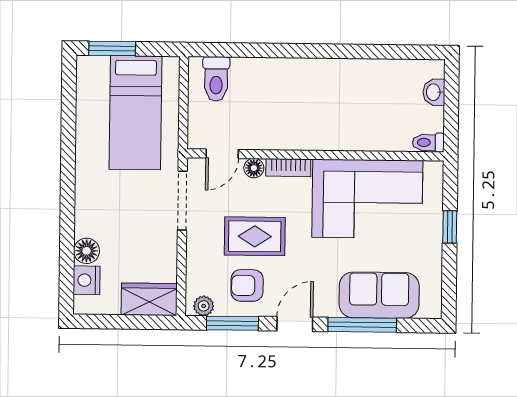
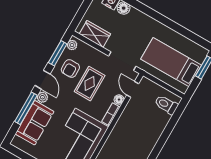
armchair: (247, 285) -> (70, 69), turned 180
wardrobe: (149, 299) -> (95, 34), moved, turned -90
plant: (326, 307) -> (42, 97), added

